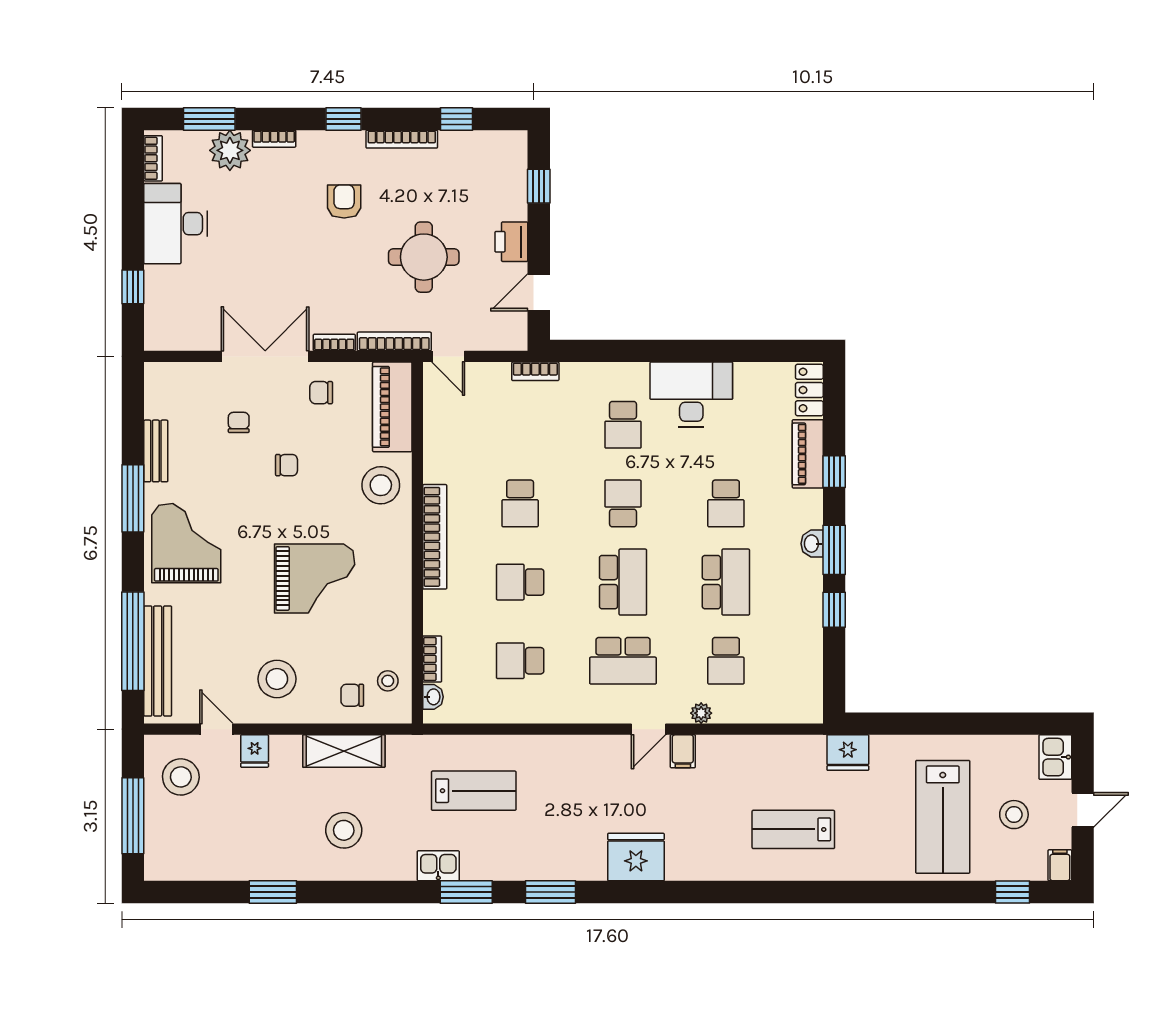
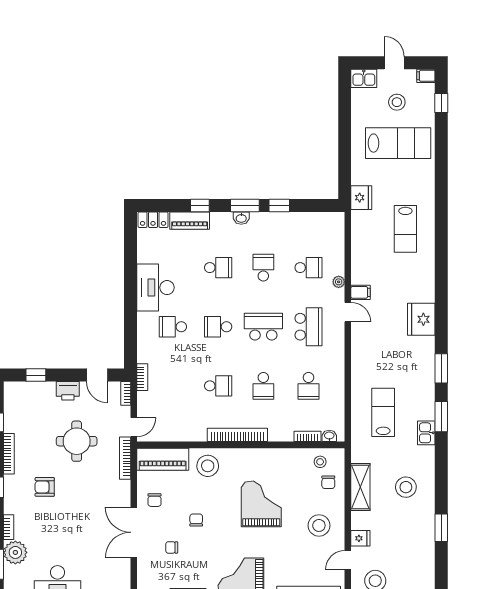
bookcase: (334, 343) -> (126, 393), moved
school desk: (623, 425) -> (173, 327), turned 180
school desk: (726, 582) -> (263, 268), width x0.54

